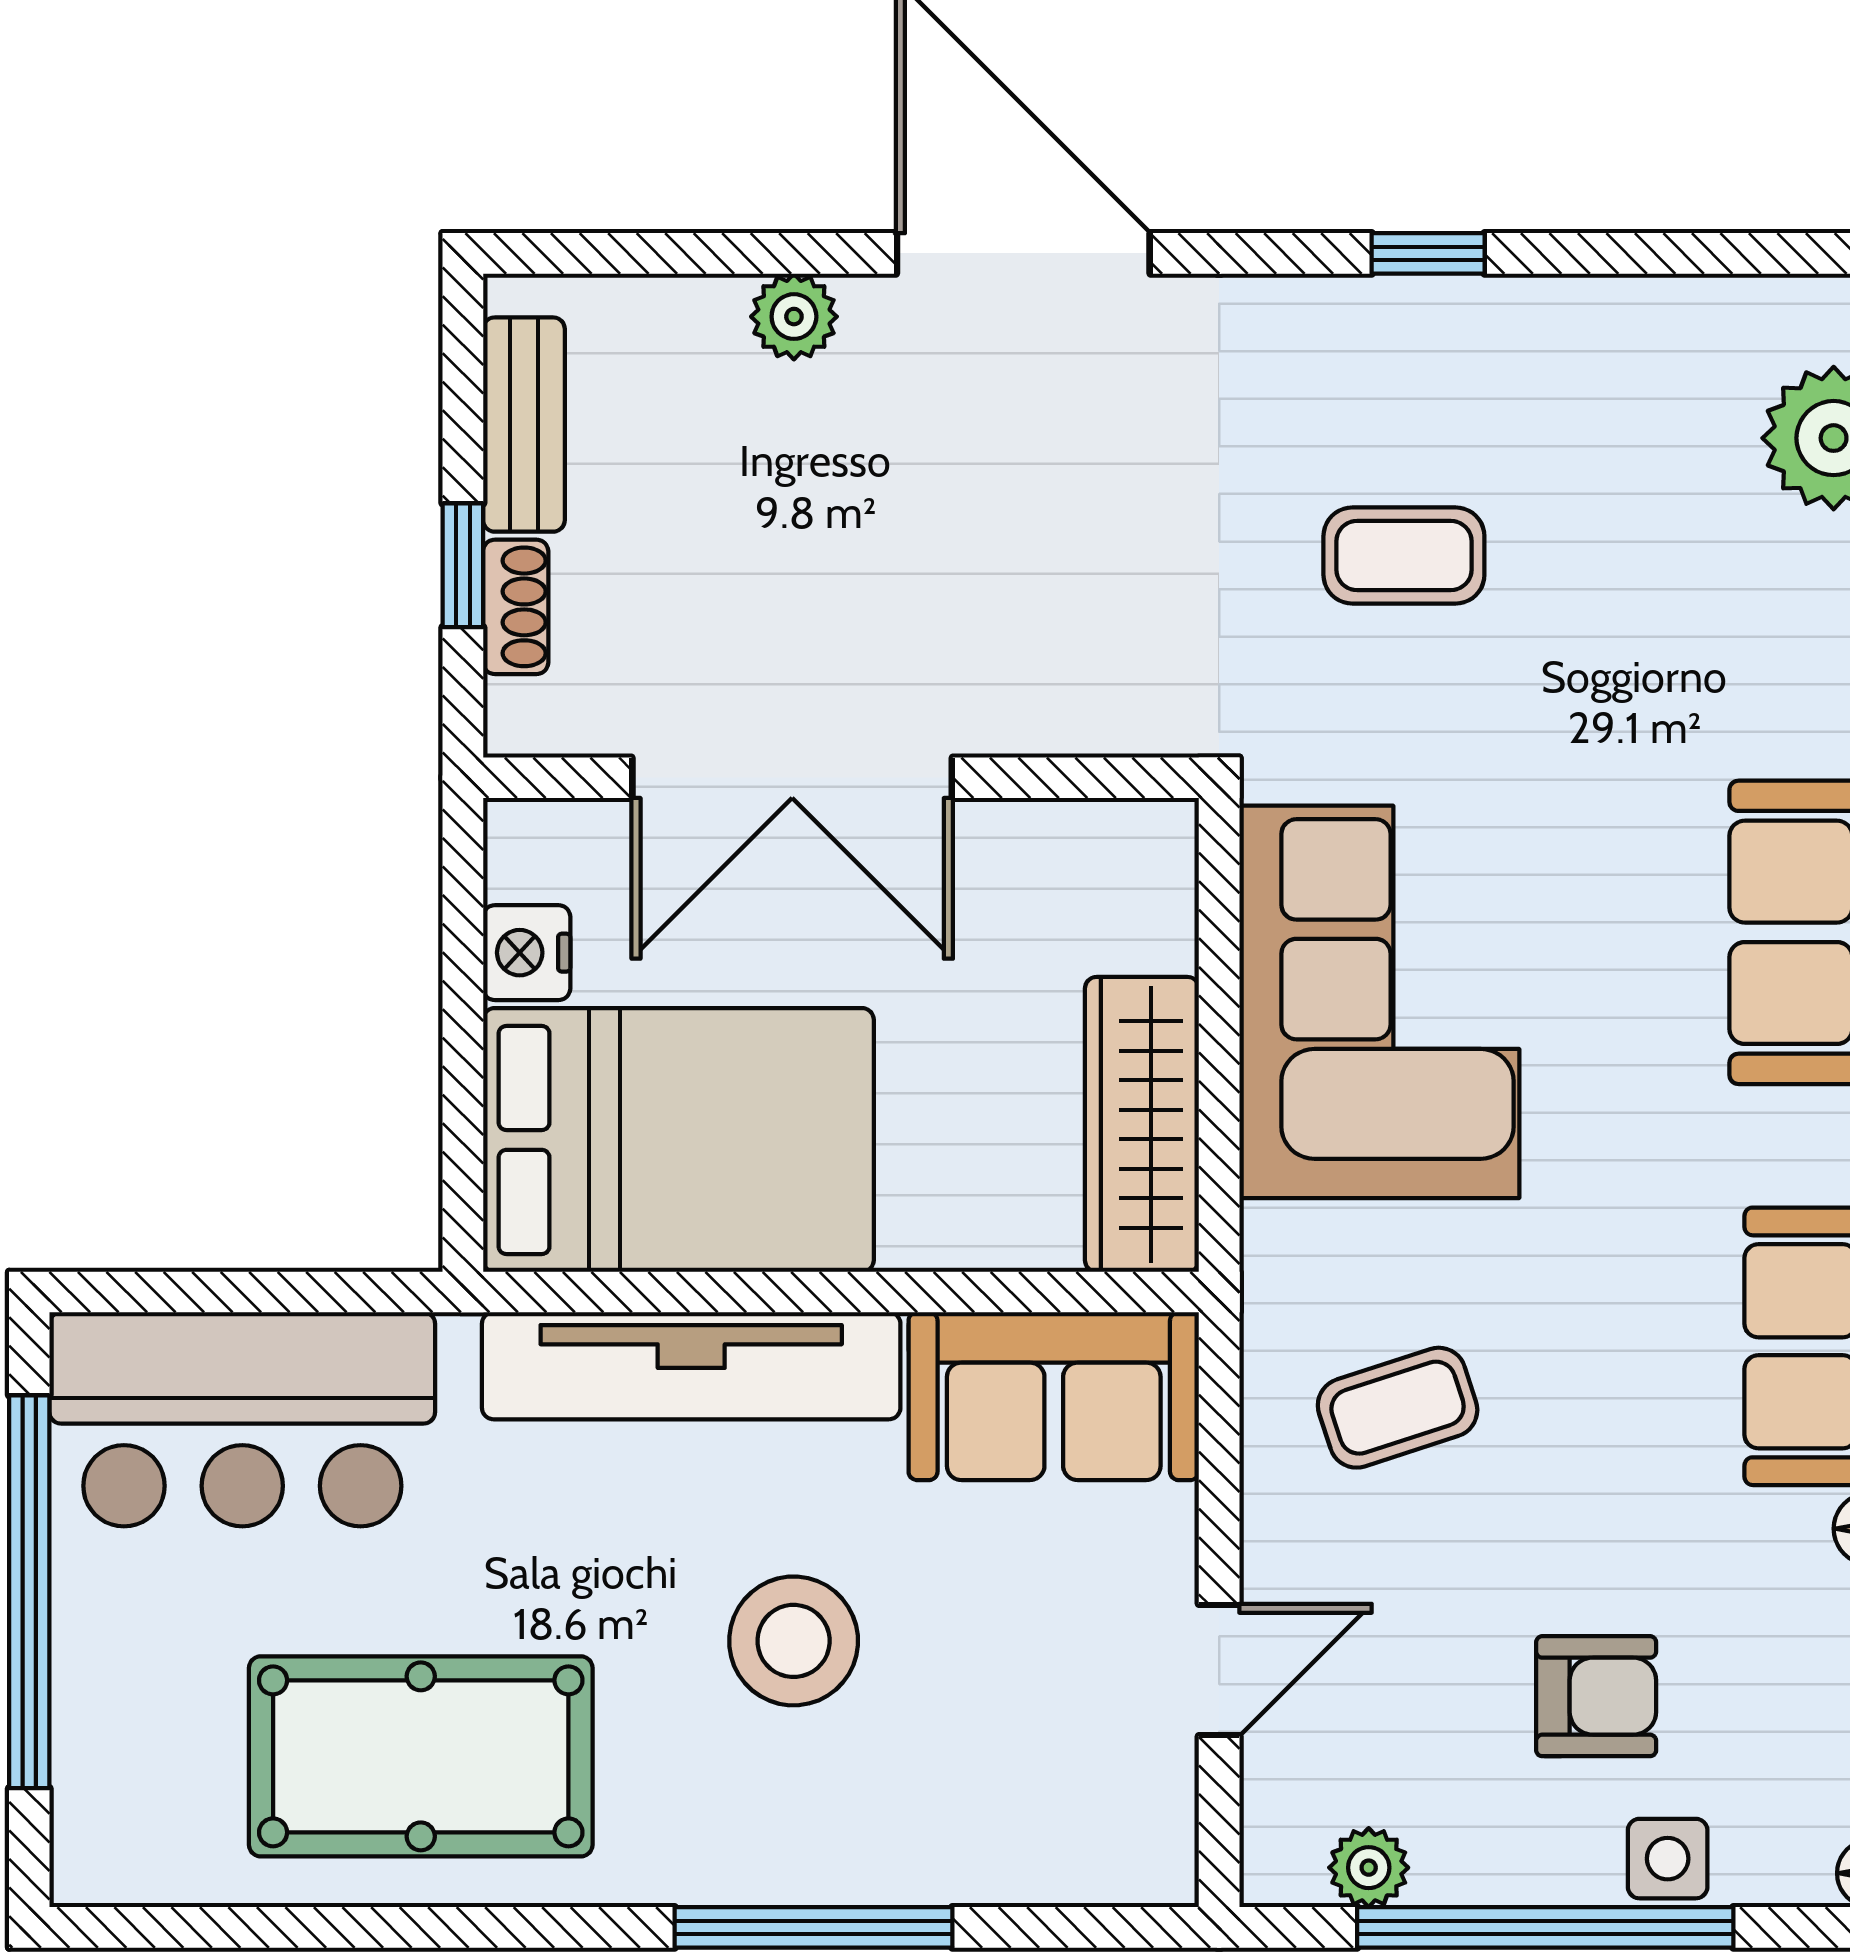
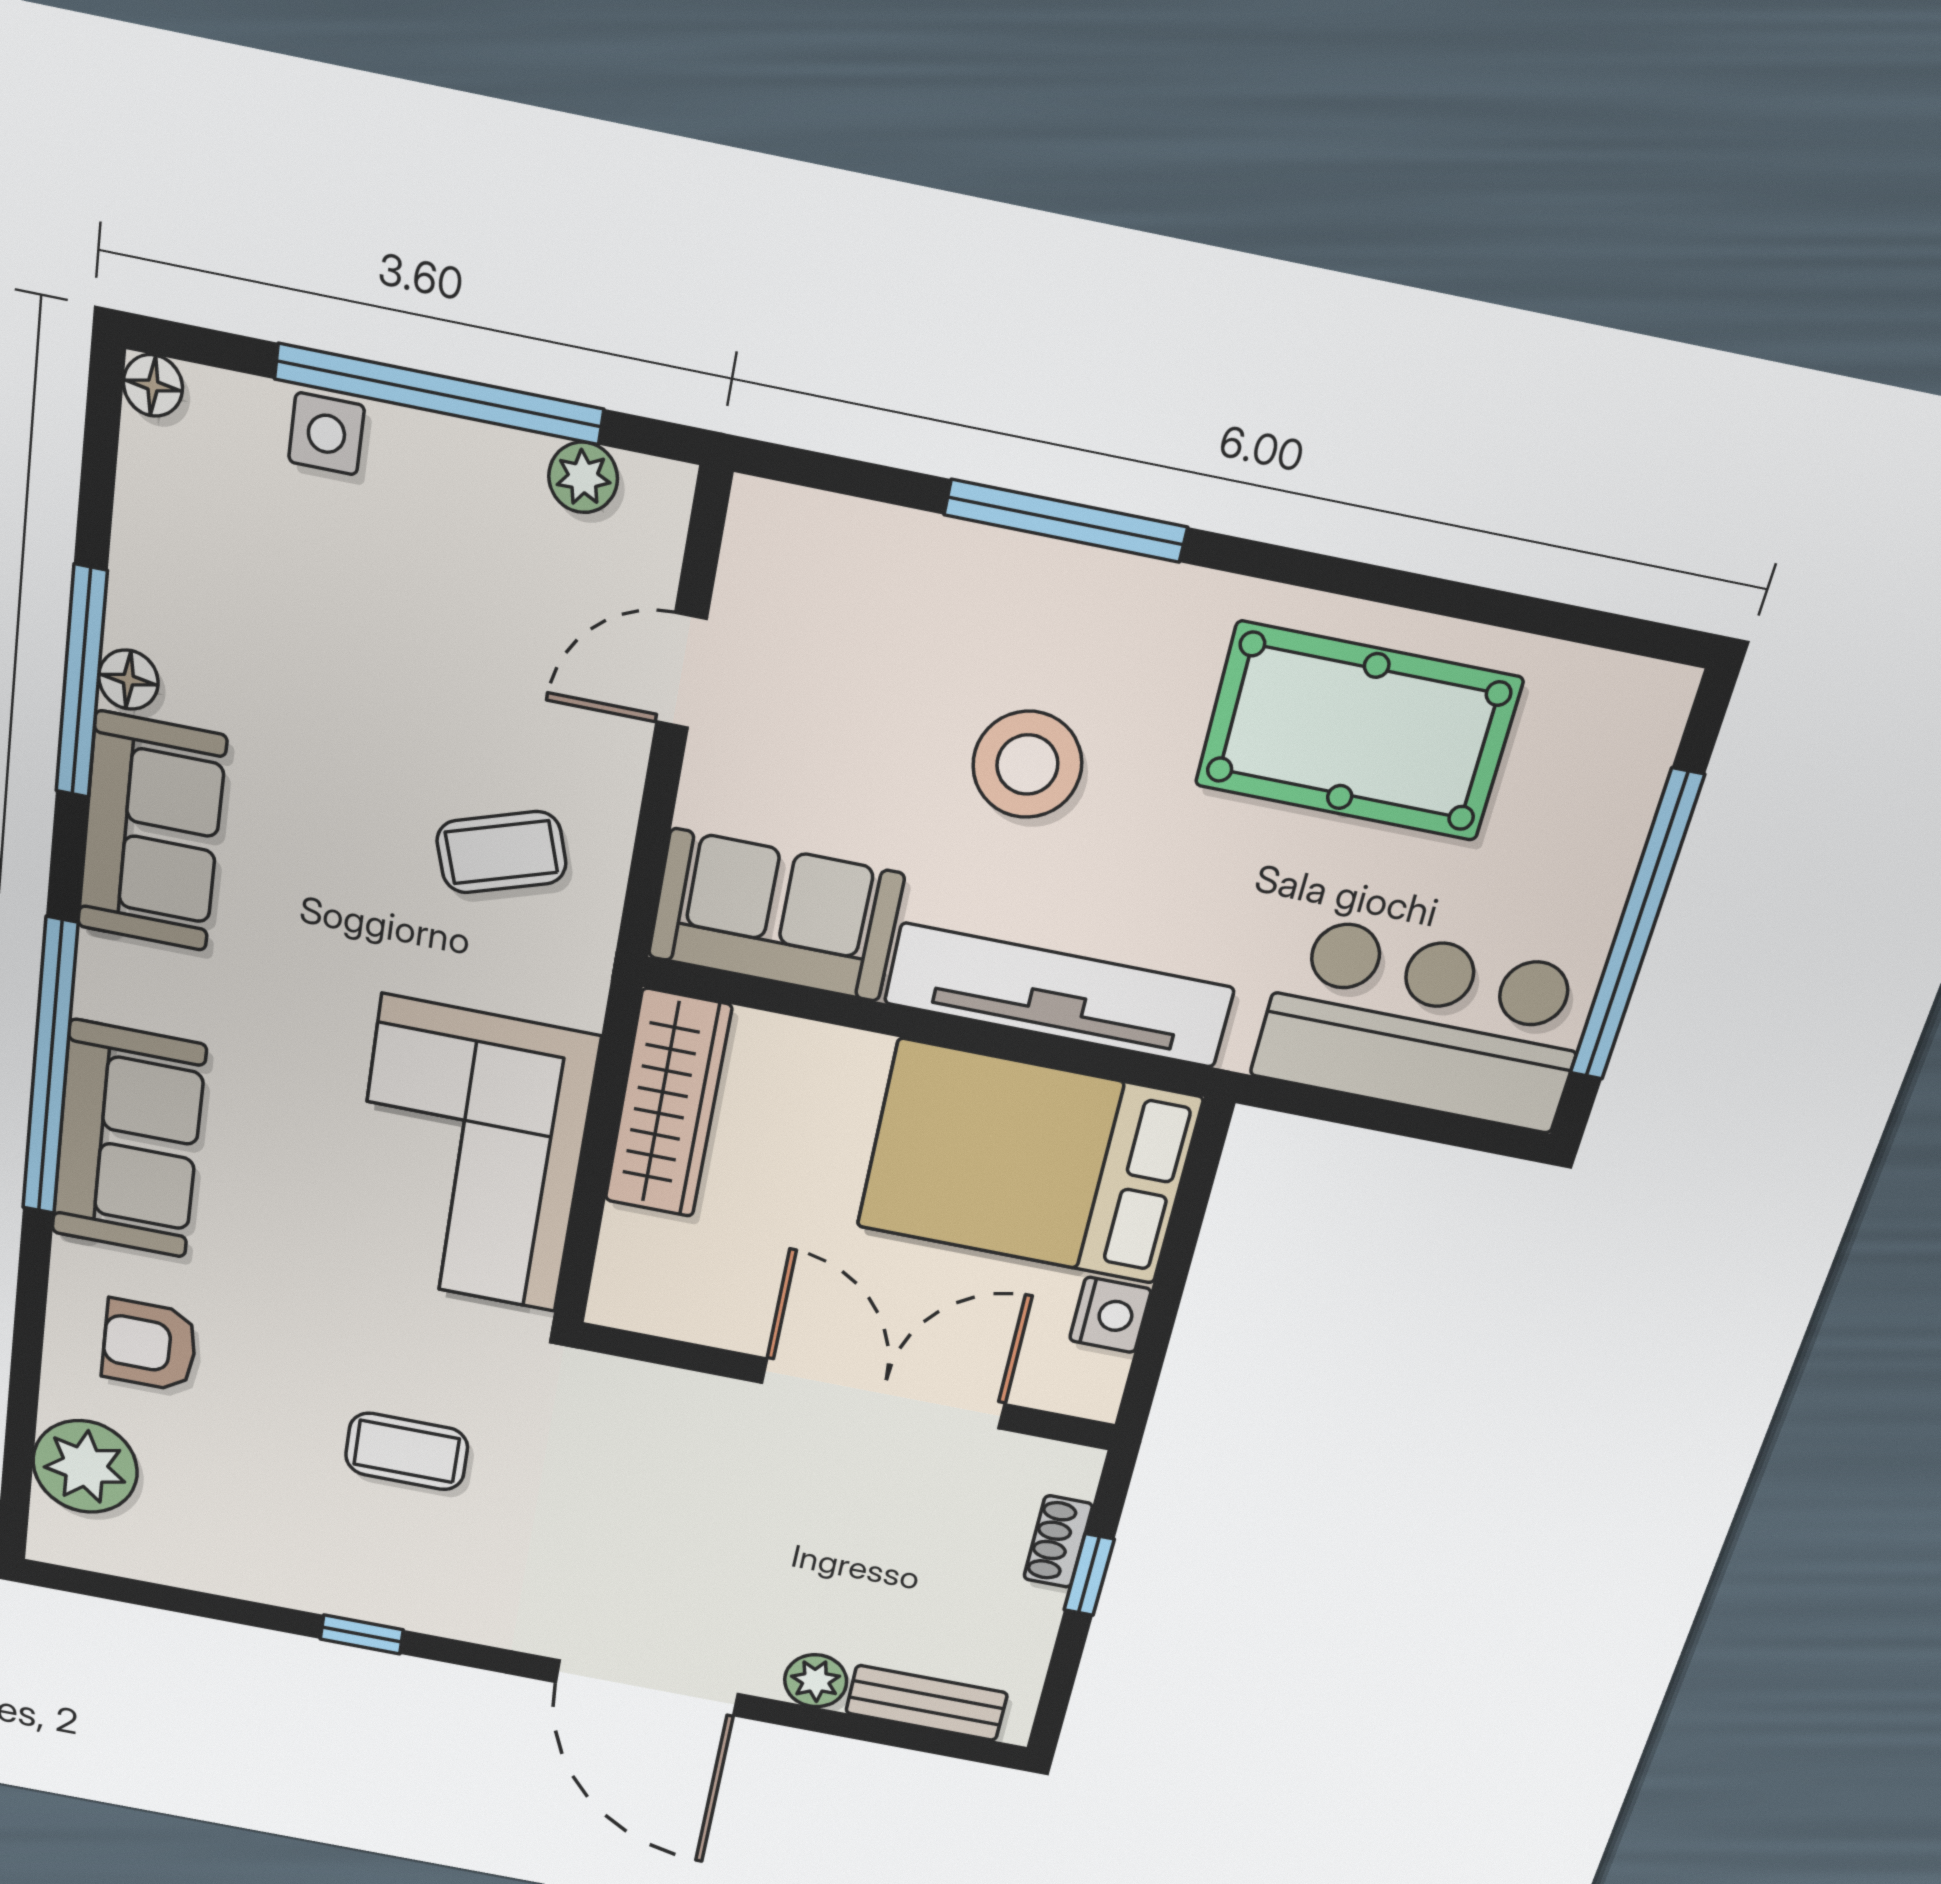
bench: (524, 425) -> (926, 1703), moved, turned 90
armchair: (1596, 1696) -> (149, 1345), moved

